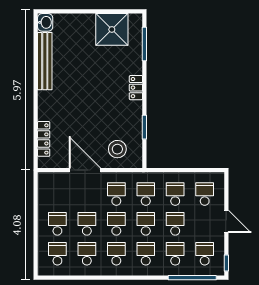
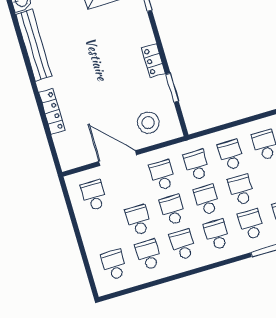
locker: (136, 88) -> (153, 61), moved
locker: (44, 139) -> (52, 111), moved
school desk: (57, 224) -> (94, 195), moved

